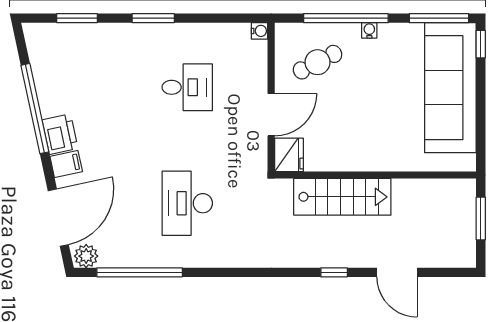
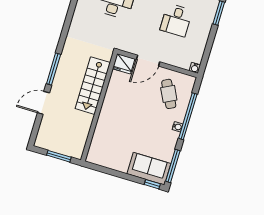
sofa: (450, 88) -> (149, 169), width x0.54, depth x0.79
door: (271, 115) -> (148, 61), hinge flipped
window: (334, 272) -> (54, 69), width x2.17

